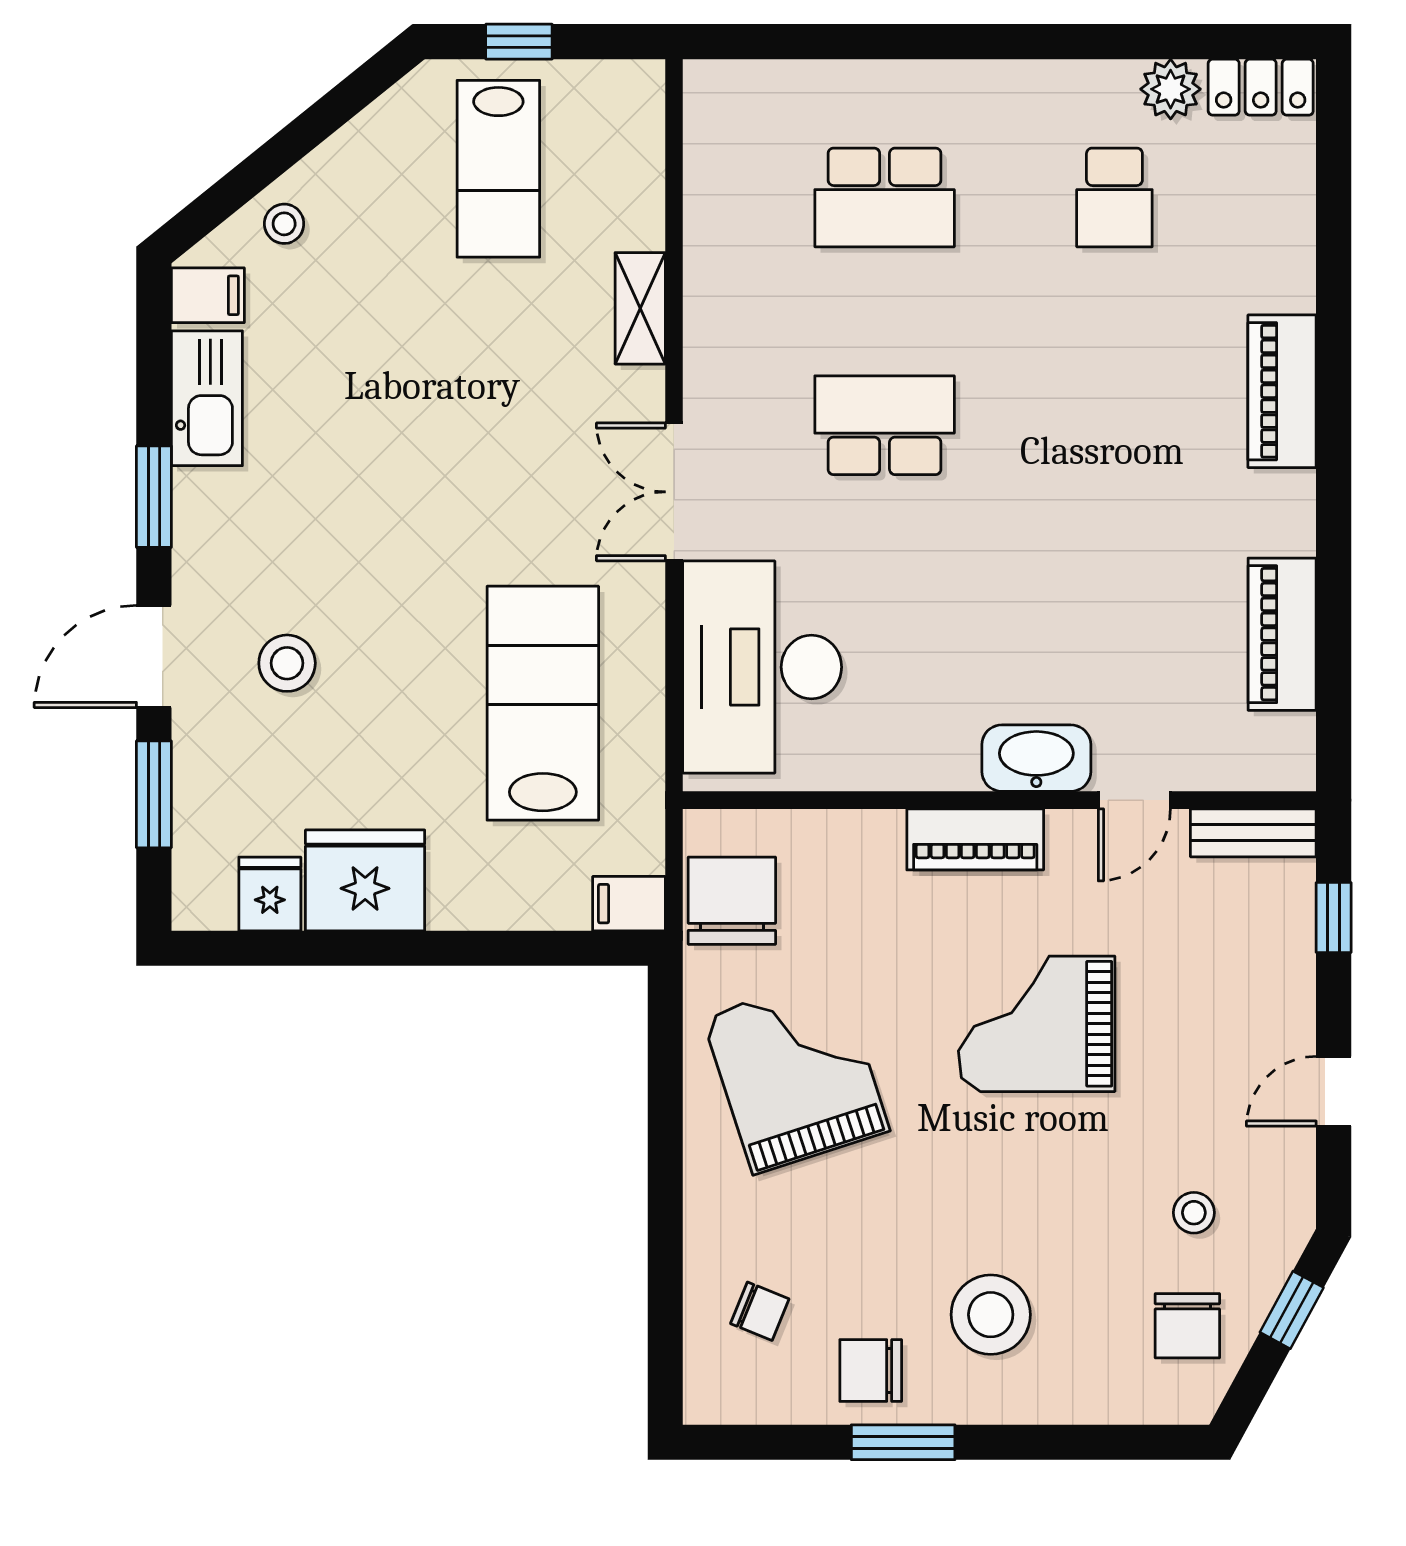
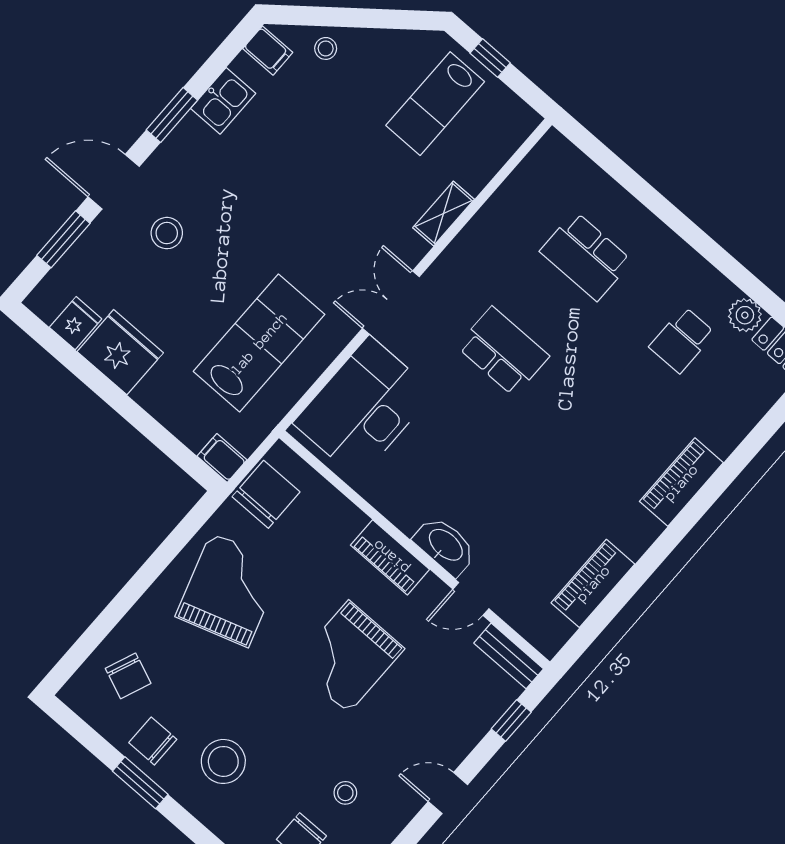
kitchen sink: (207, 398) -> (223, 101), width x0.73
grand piano: (1037, 1024) -> (348, 657), turned -90
chair: (760, 1311) -> (128, 676), width x1.37, depth x1.37

